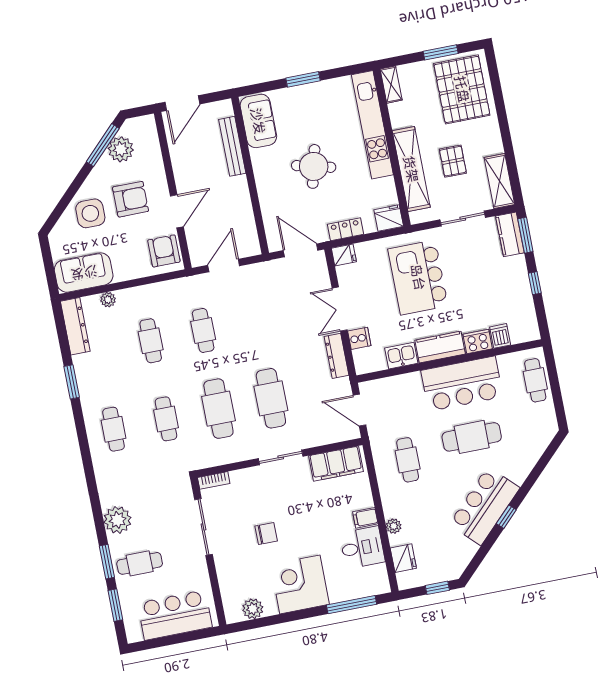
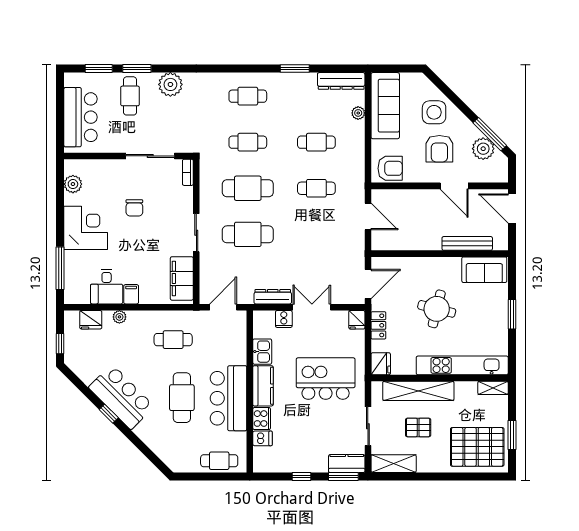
door: (177, 211) -> (454, 186), moved
sofa: (84, 273) -> (385, 106), width x1.36

